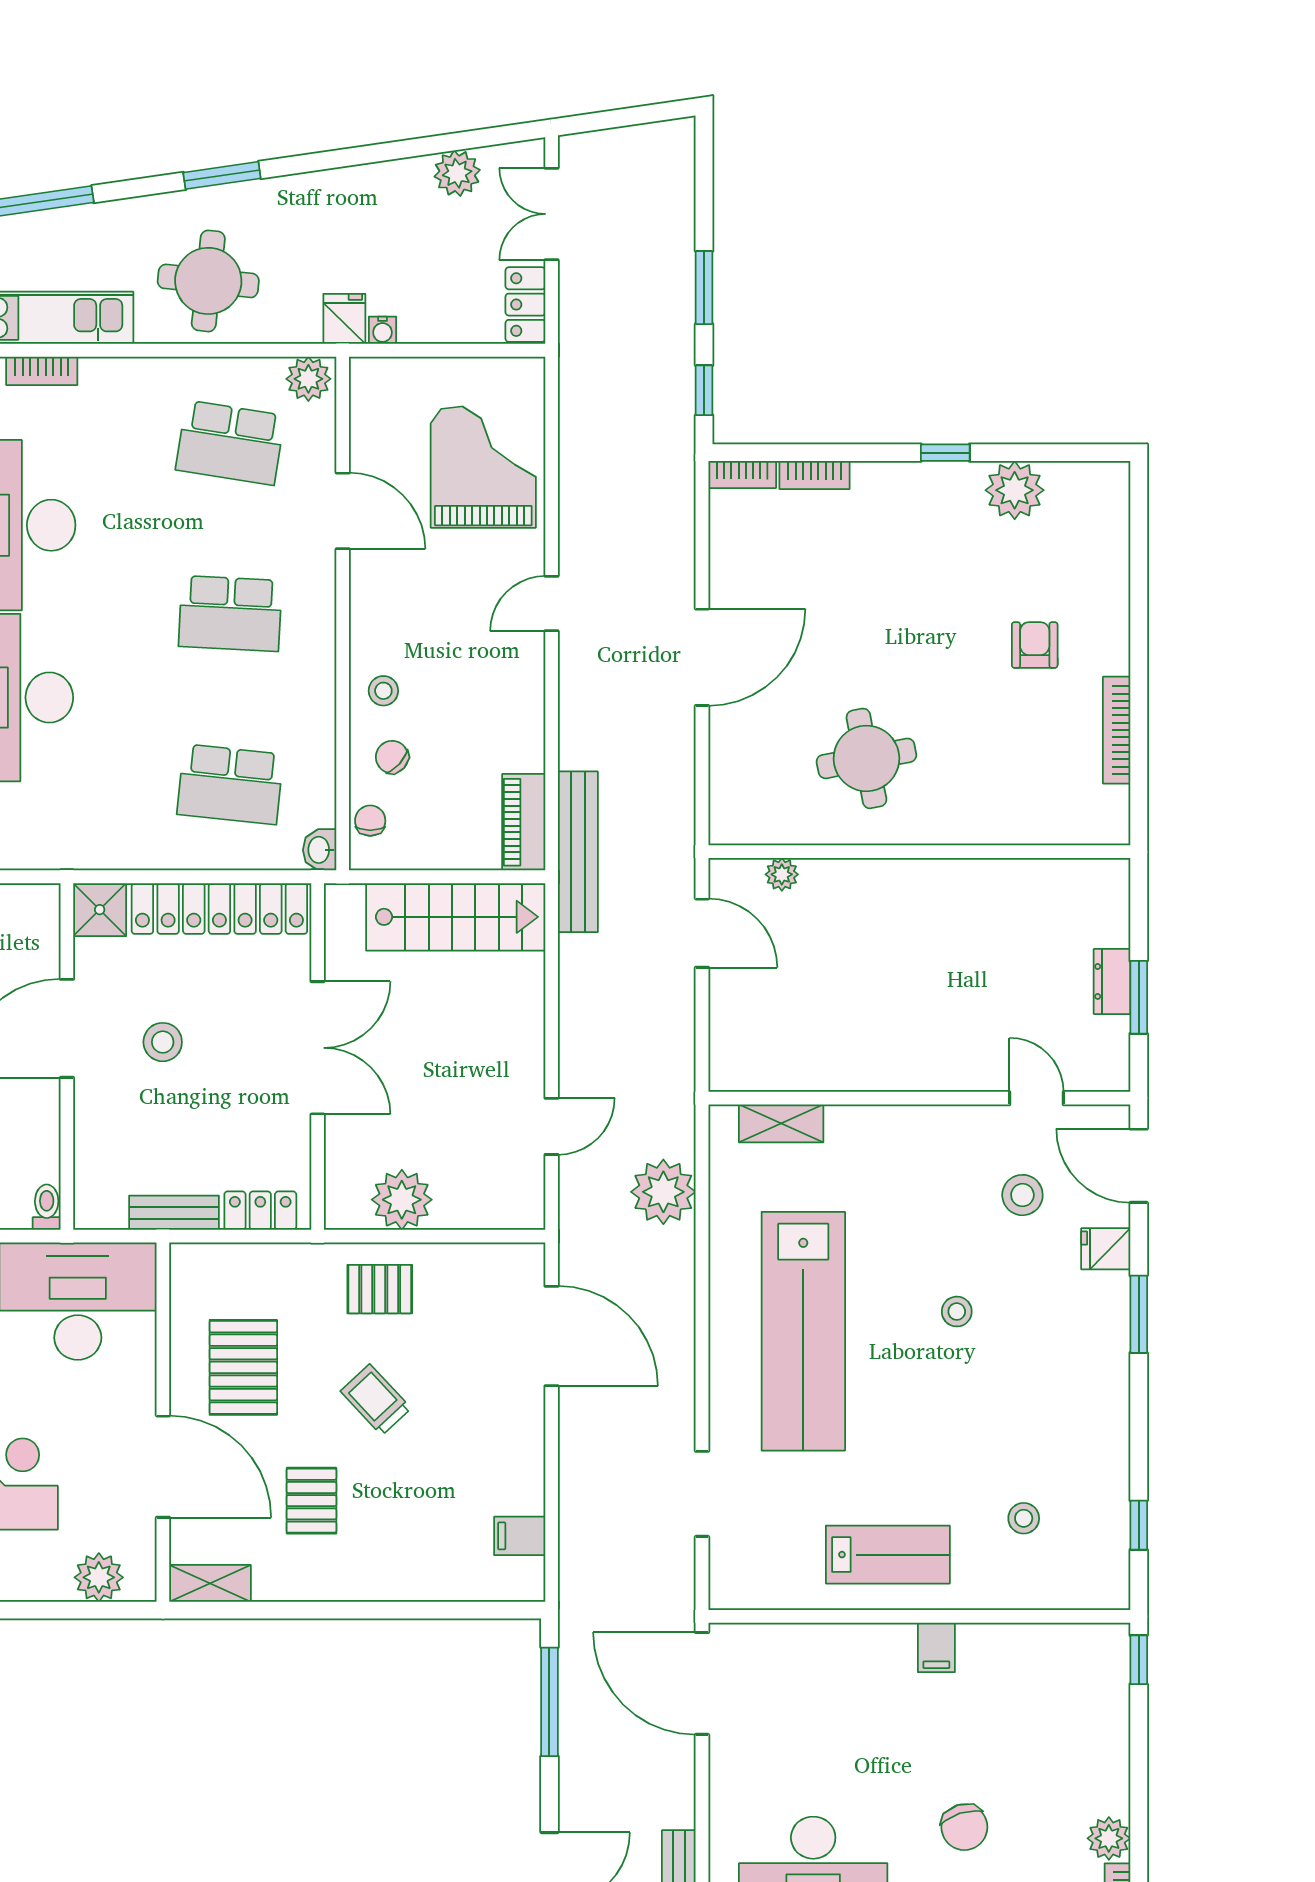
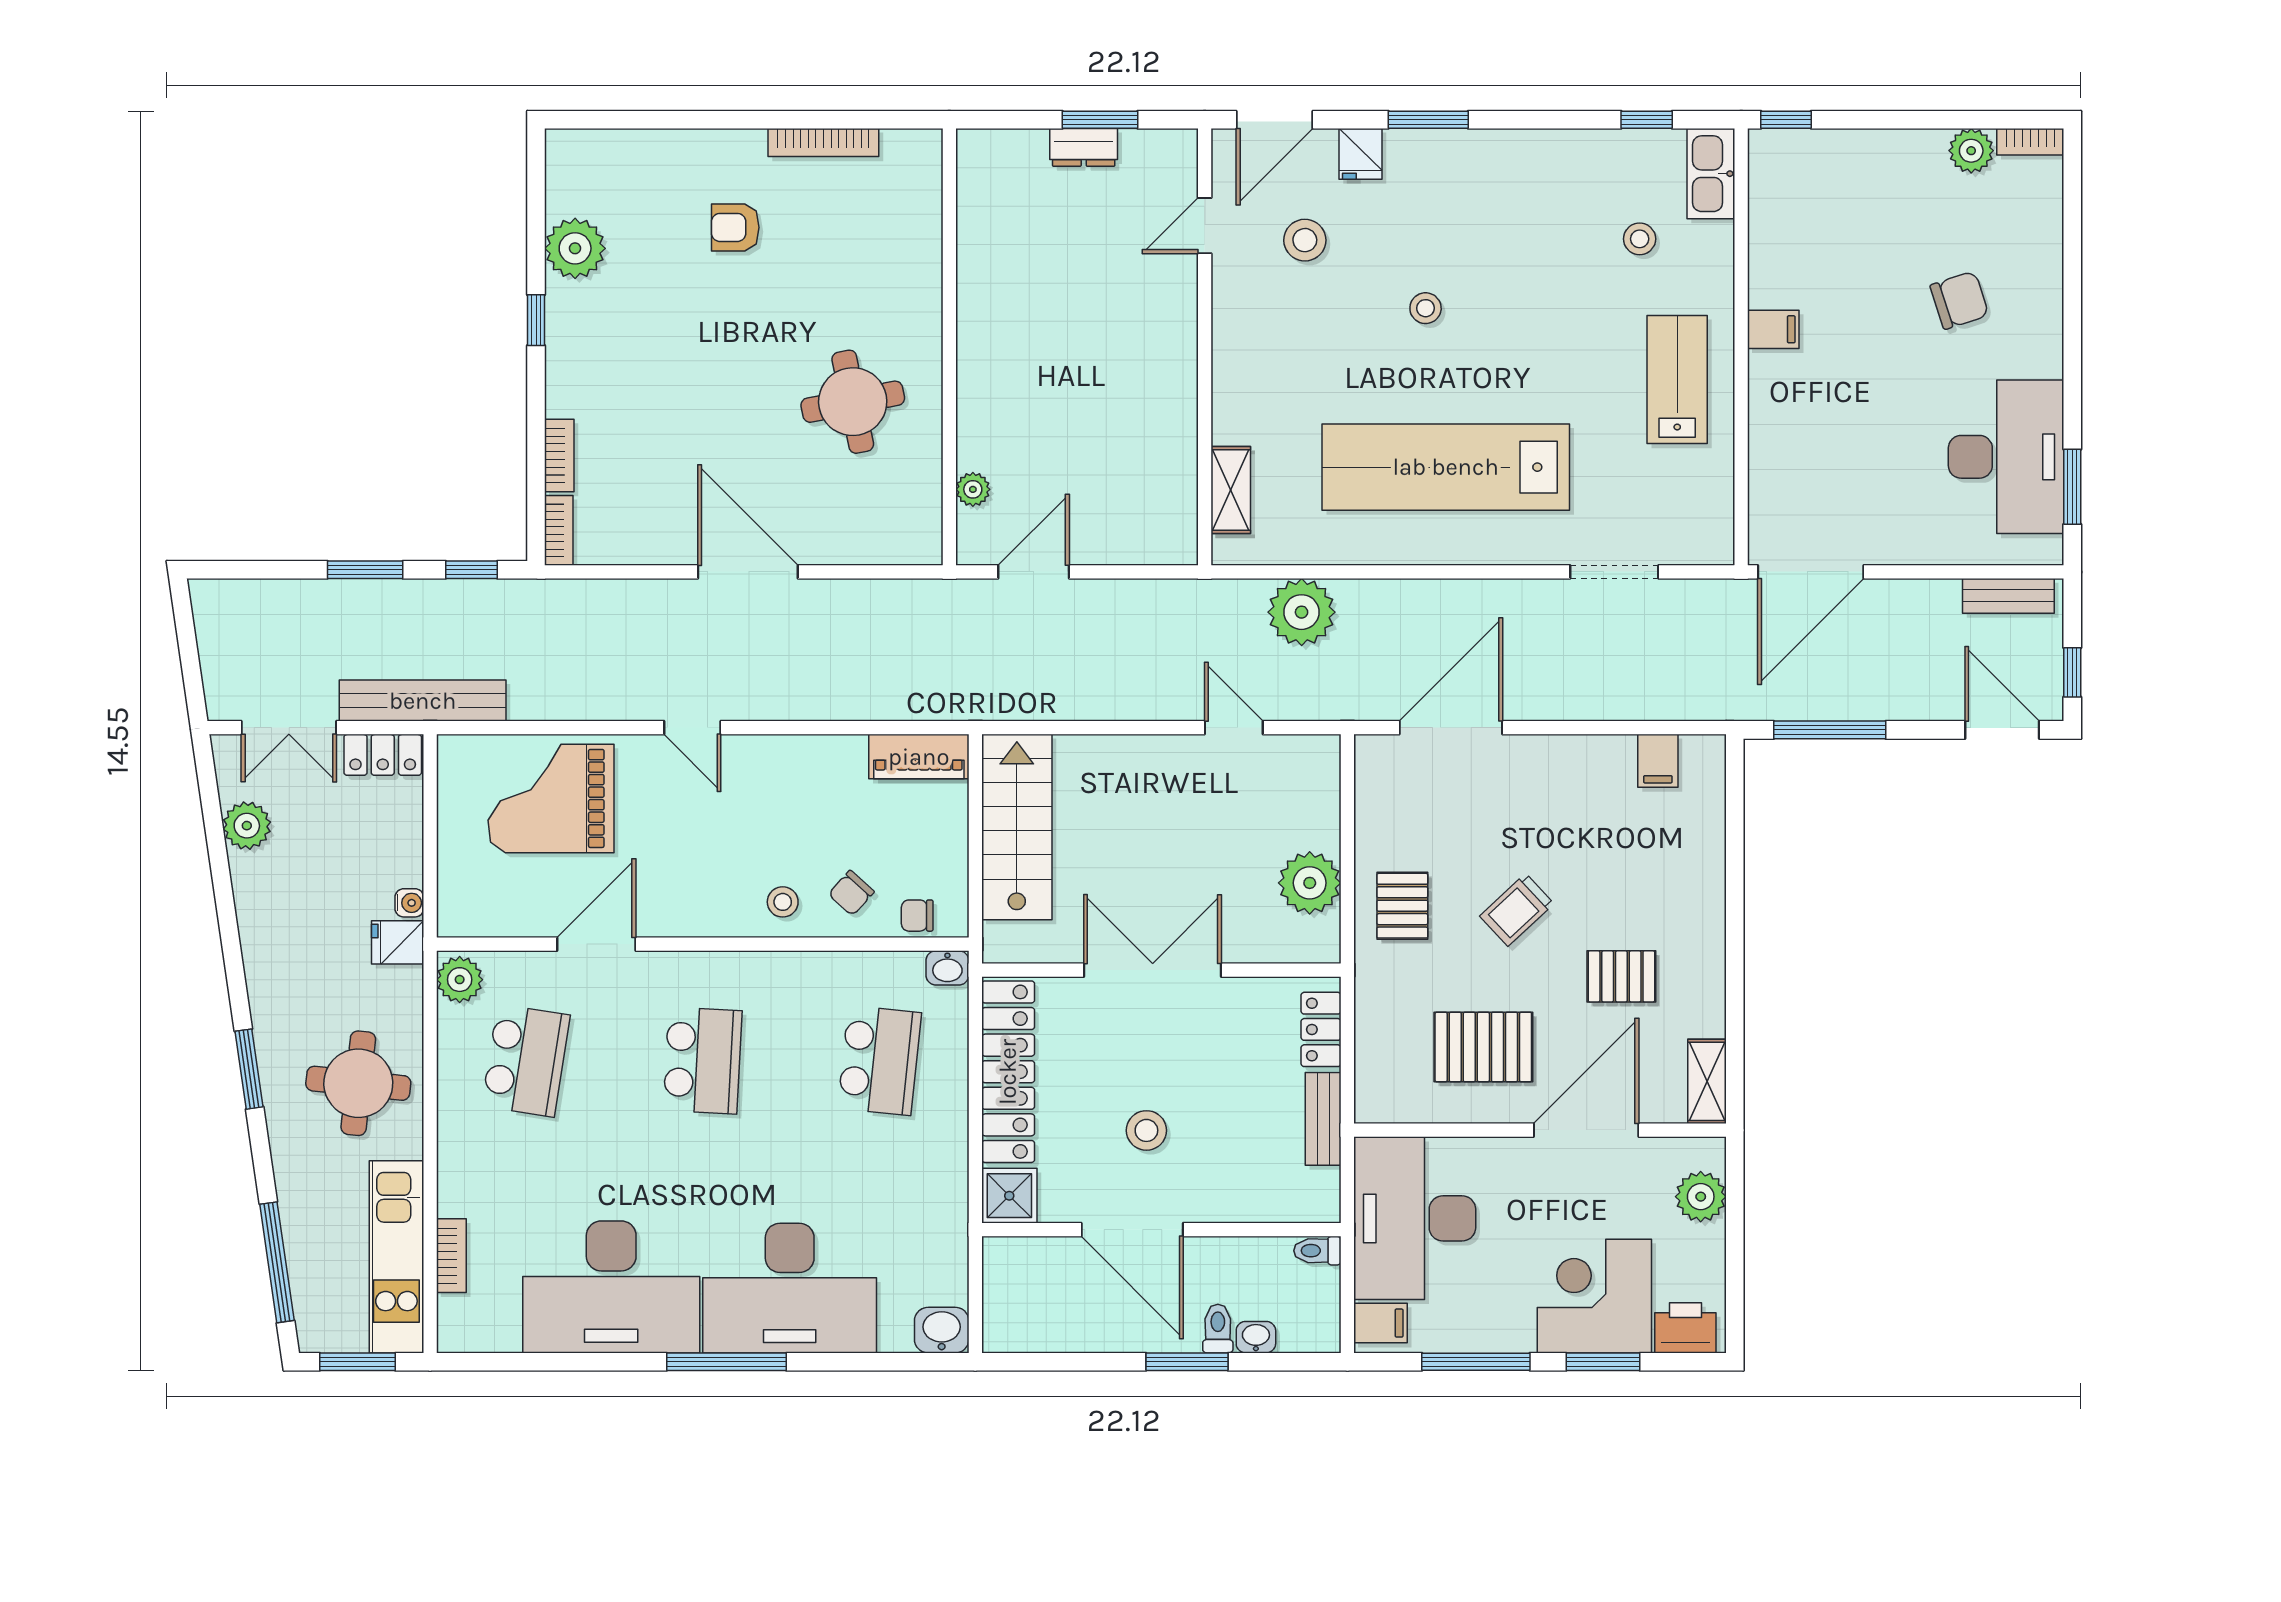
bench: (578, 852) -> (423, 701), moved
lab bench: (803, 1331) -> (1446, 467), turned 180
kitchen sink: (1087, 1587) -> (1711, 174), added

